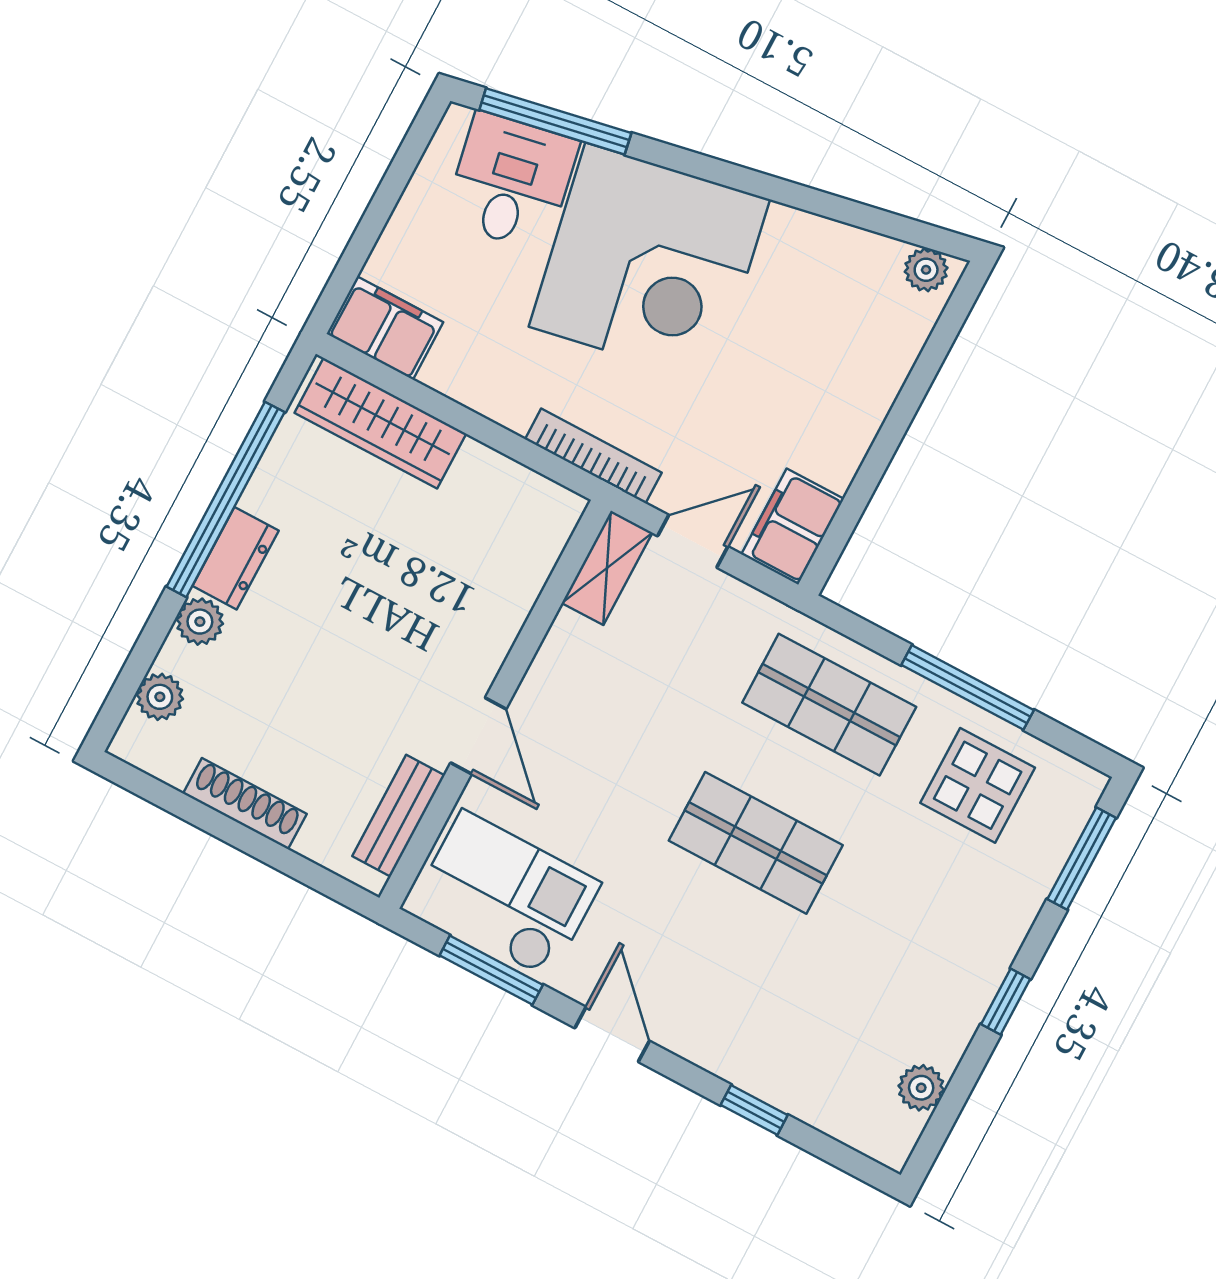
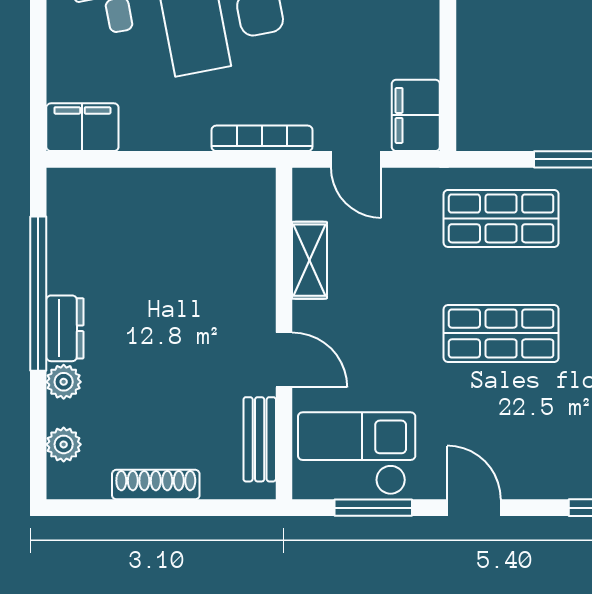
wardrobe: (380, 423) -> (112, 191), removed
door: (693, 541) -> (356, 159), swing flipped
shelving: (607, 568) -> (310, 260), moved

